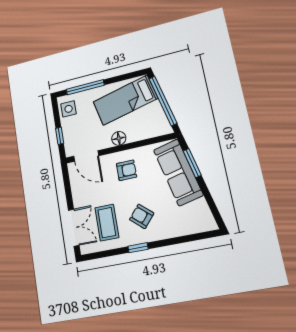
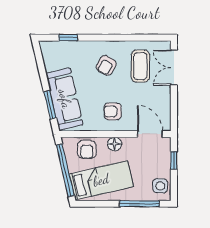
armchair: (145, 126) -> (87, 149), added
armchair: (142, 216) -> (106, 65), turned 79
window: (138, 248) -> (68, 38), moved

